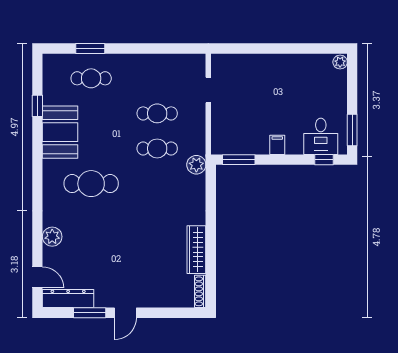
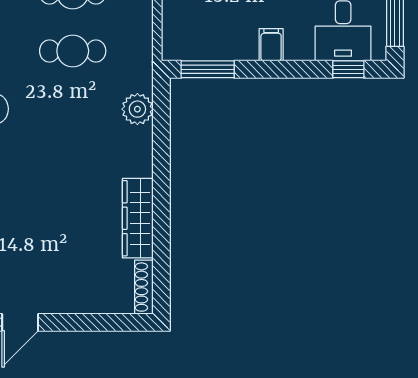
plant: (196, 165) -> (137, 109), moved

